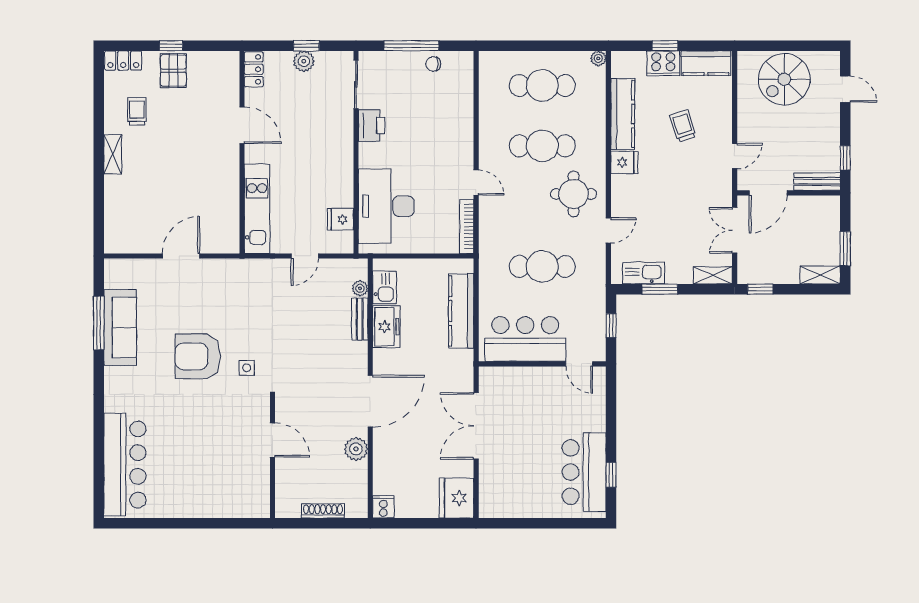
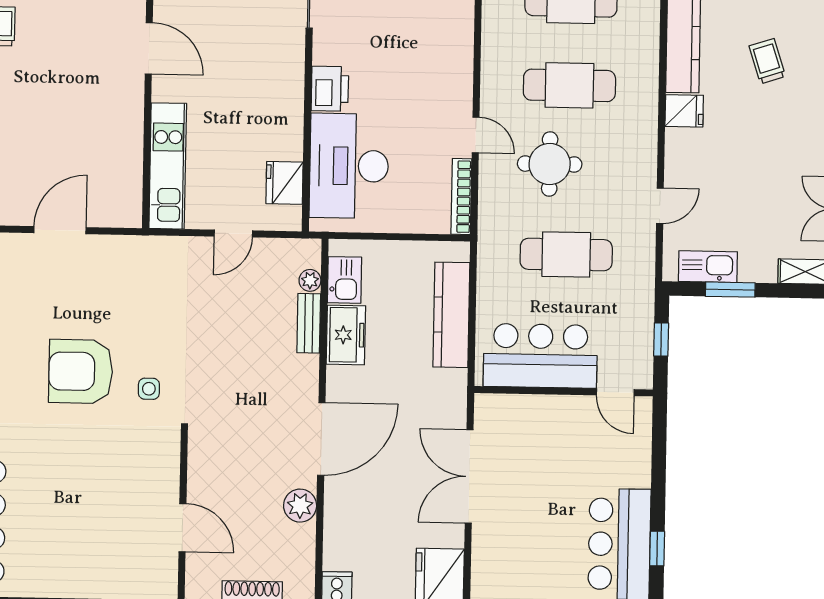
printer: (372, 126) -> (330, 89), moved
round table: (574, 194) -> (550, 164), moved
fridge: (341, 219) -> (285, 183), width x1.38
door: (272, 440) -> (182, 528), moved

